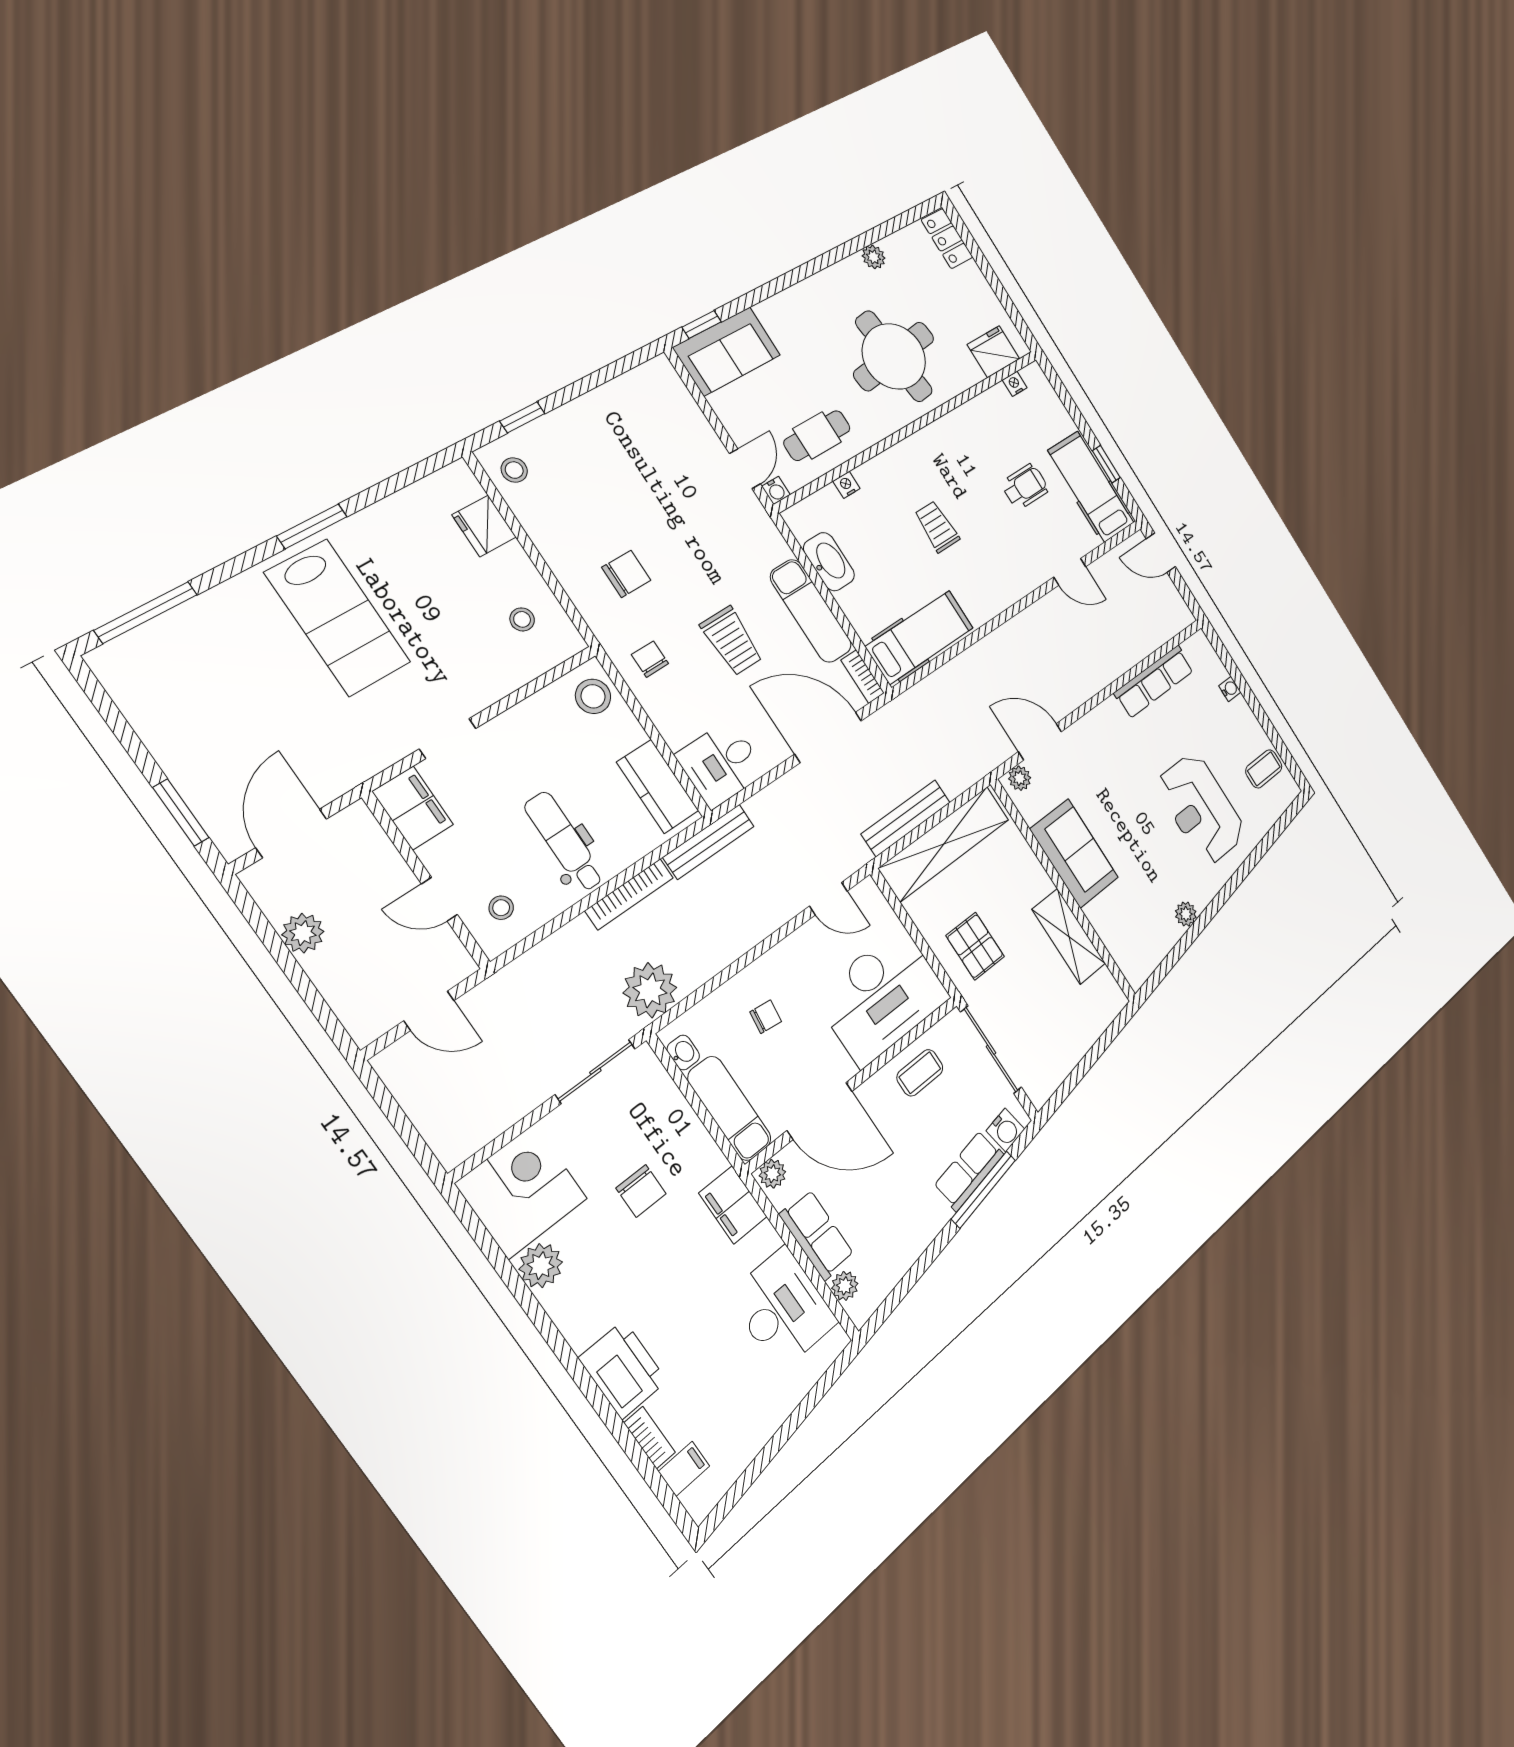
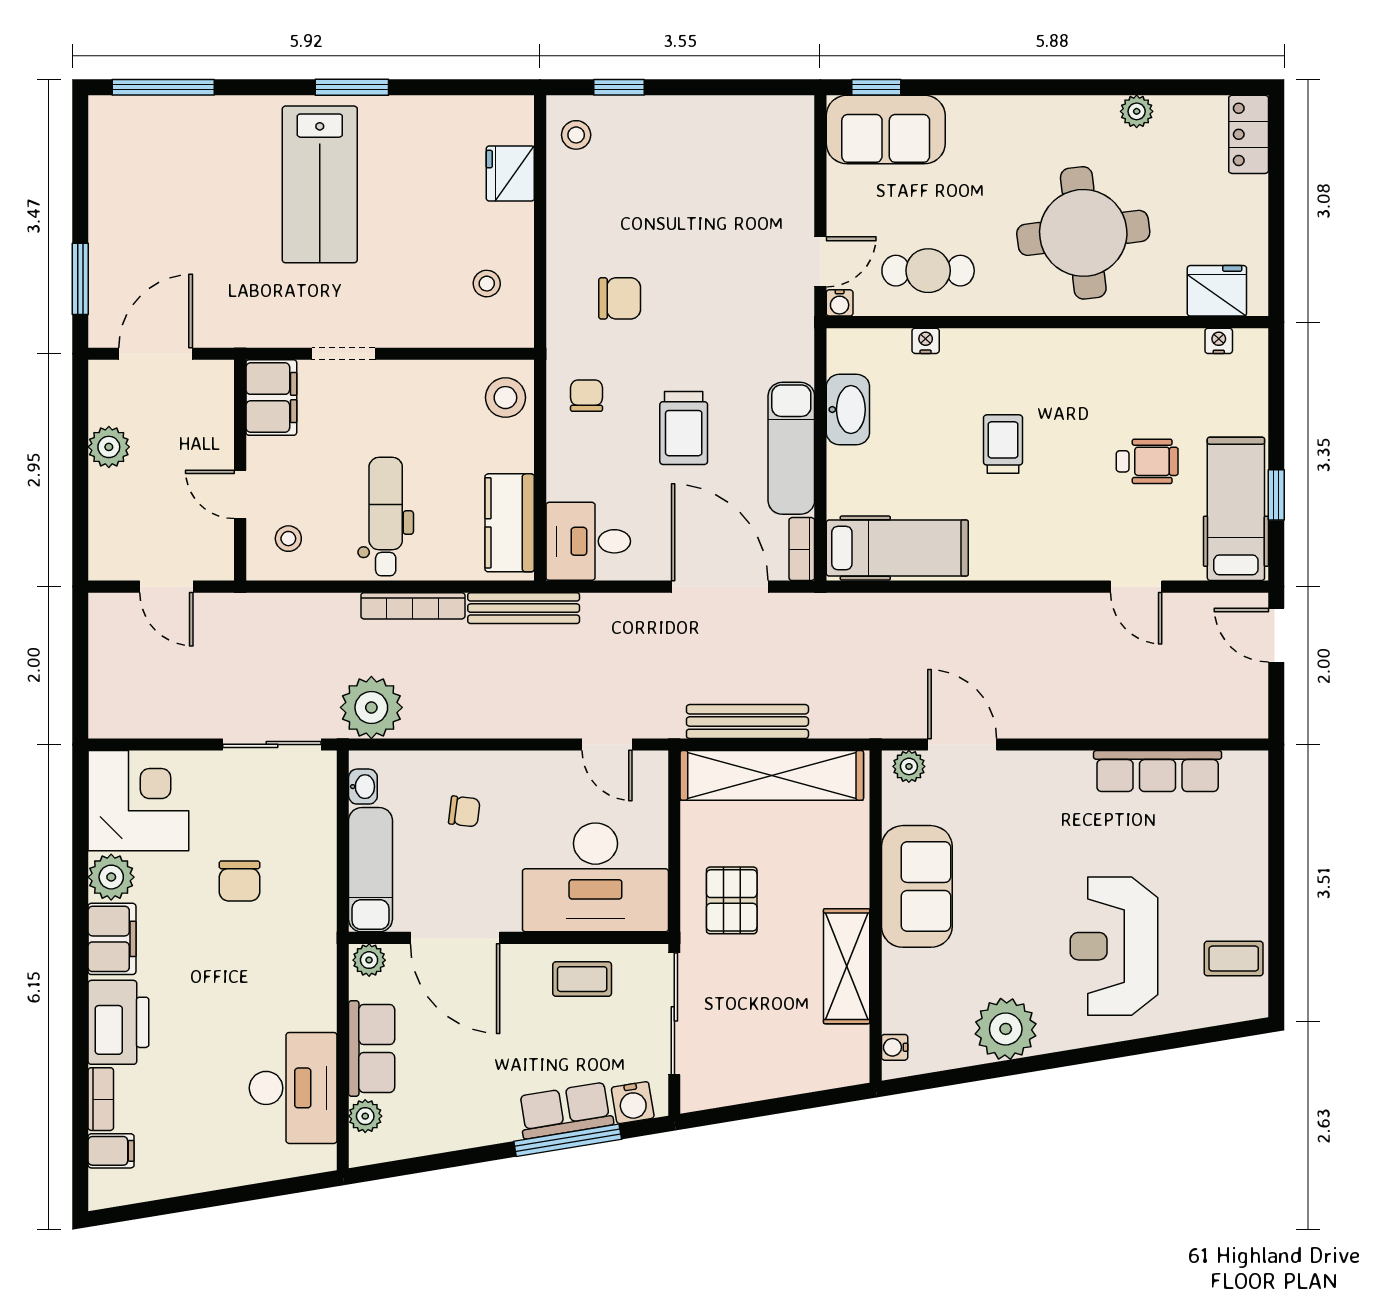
water cooler: (1230, 689) -> (895, 1047), moved, turned 180
plant: (1186, 914) -> (1006, 1029), width x1.88, depth x1.88
filing cabinet: (733, 1205) -> (112, 939), moved, turned 180

